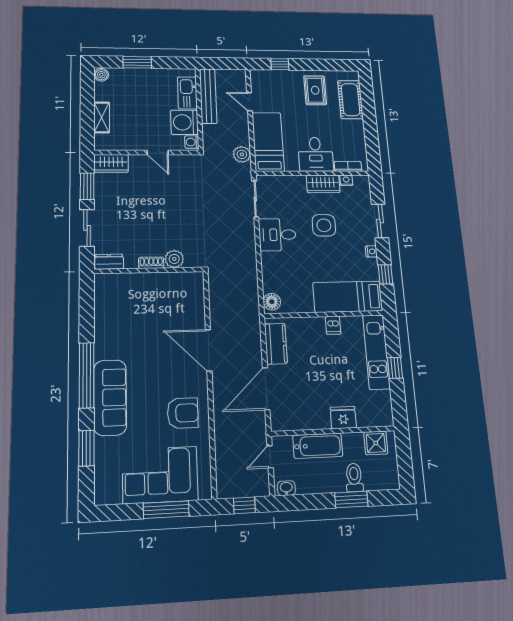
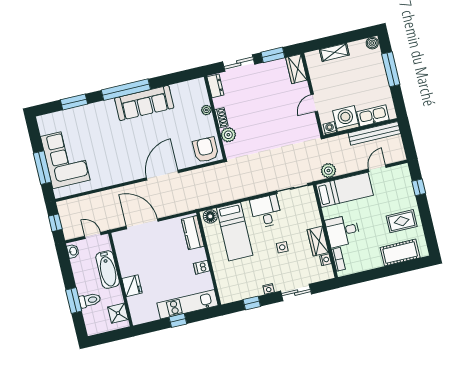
window: (137, 62) -> (391, 69), width x1.44
side table: (324, 225) -> (282, 247), width x0.54, depth x0.54
plant: (137, 279) -> (206, 110), added
bed: (348, 297) -> (235, 232), moved, turned 180
kitchen counter: (276, 344) -> (193, 233), moved, turned 90
sofa: (110, 397) -> (144, 103), moved
armchair: (183, 413) -> (206, 150), moved, turned 180

